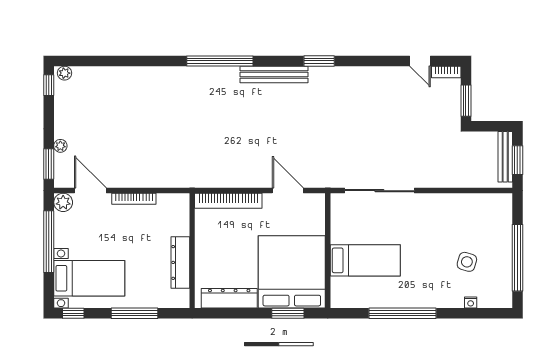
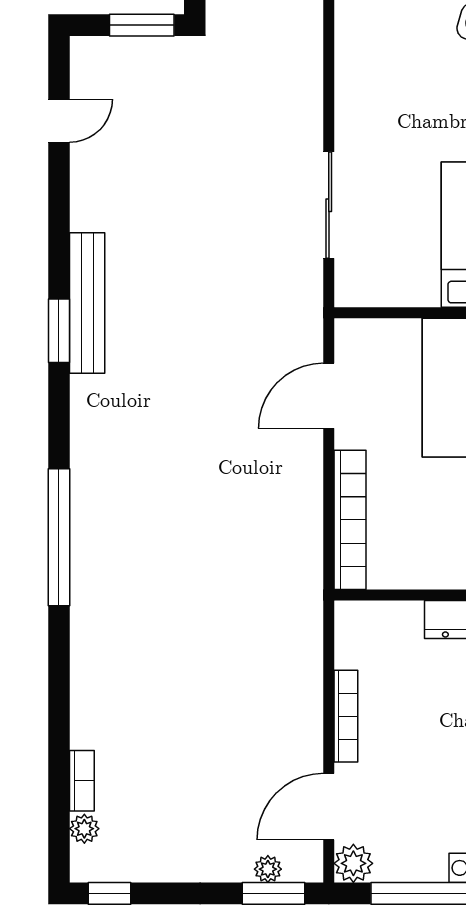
bookcase: (446, 72) -> (82, 781), moved
plant: (64, 73) -> (84, 829), moved
bench: (274, 74) -> (87, 303), moved
plant: (60, 146) -> (268, 869), moved
sliding door: (379, 191) -> (329, 205), width x0.73

